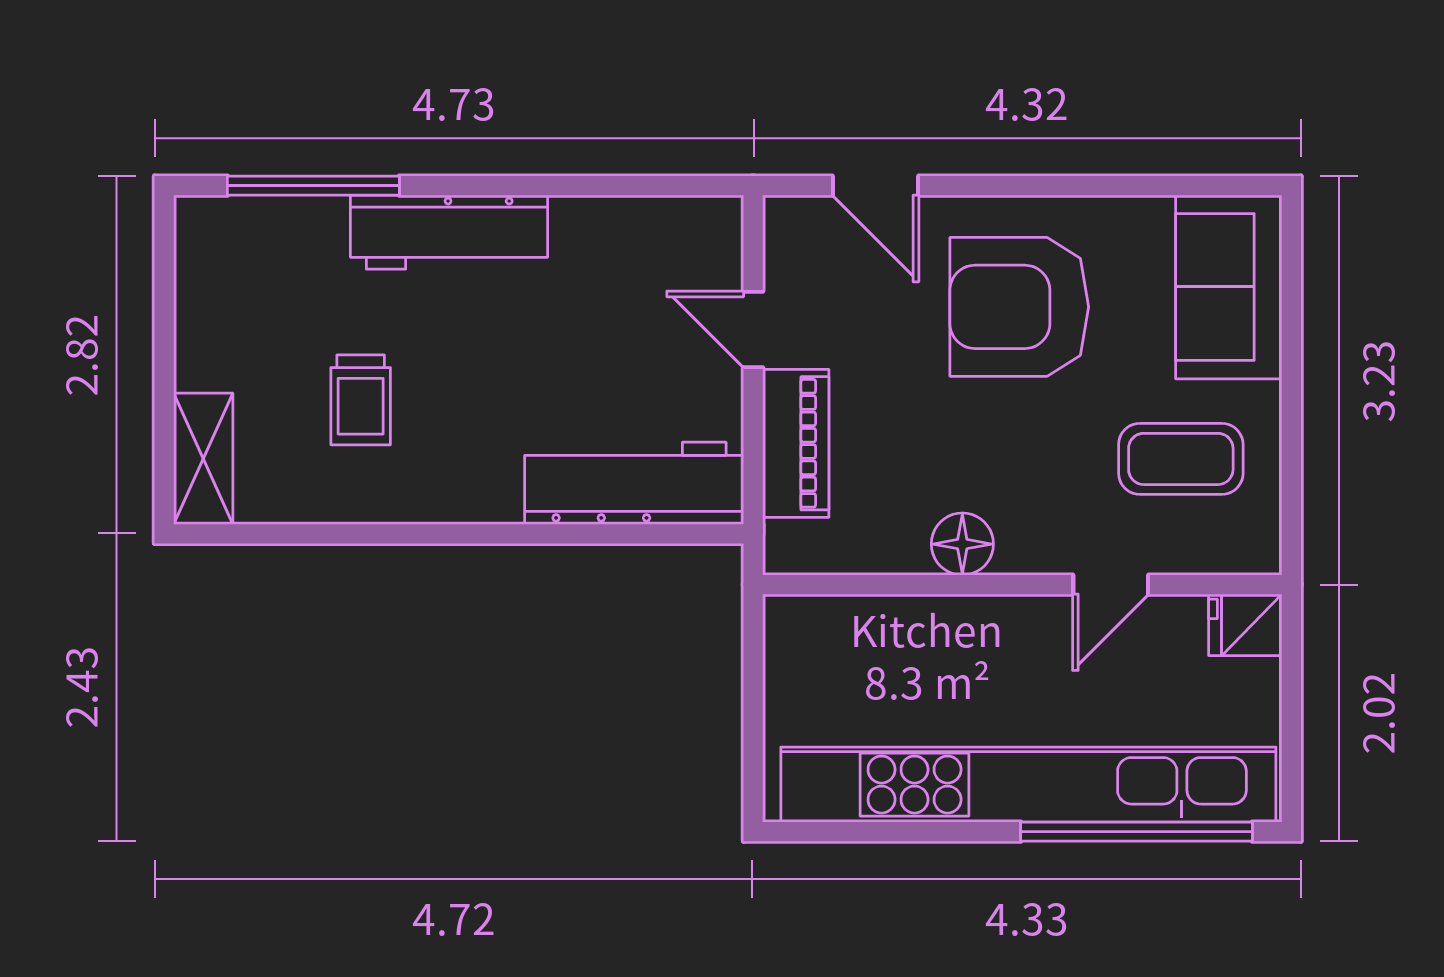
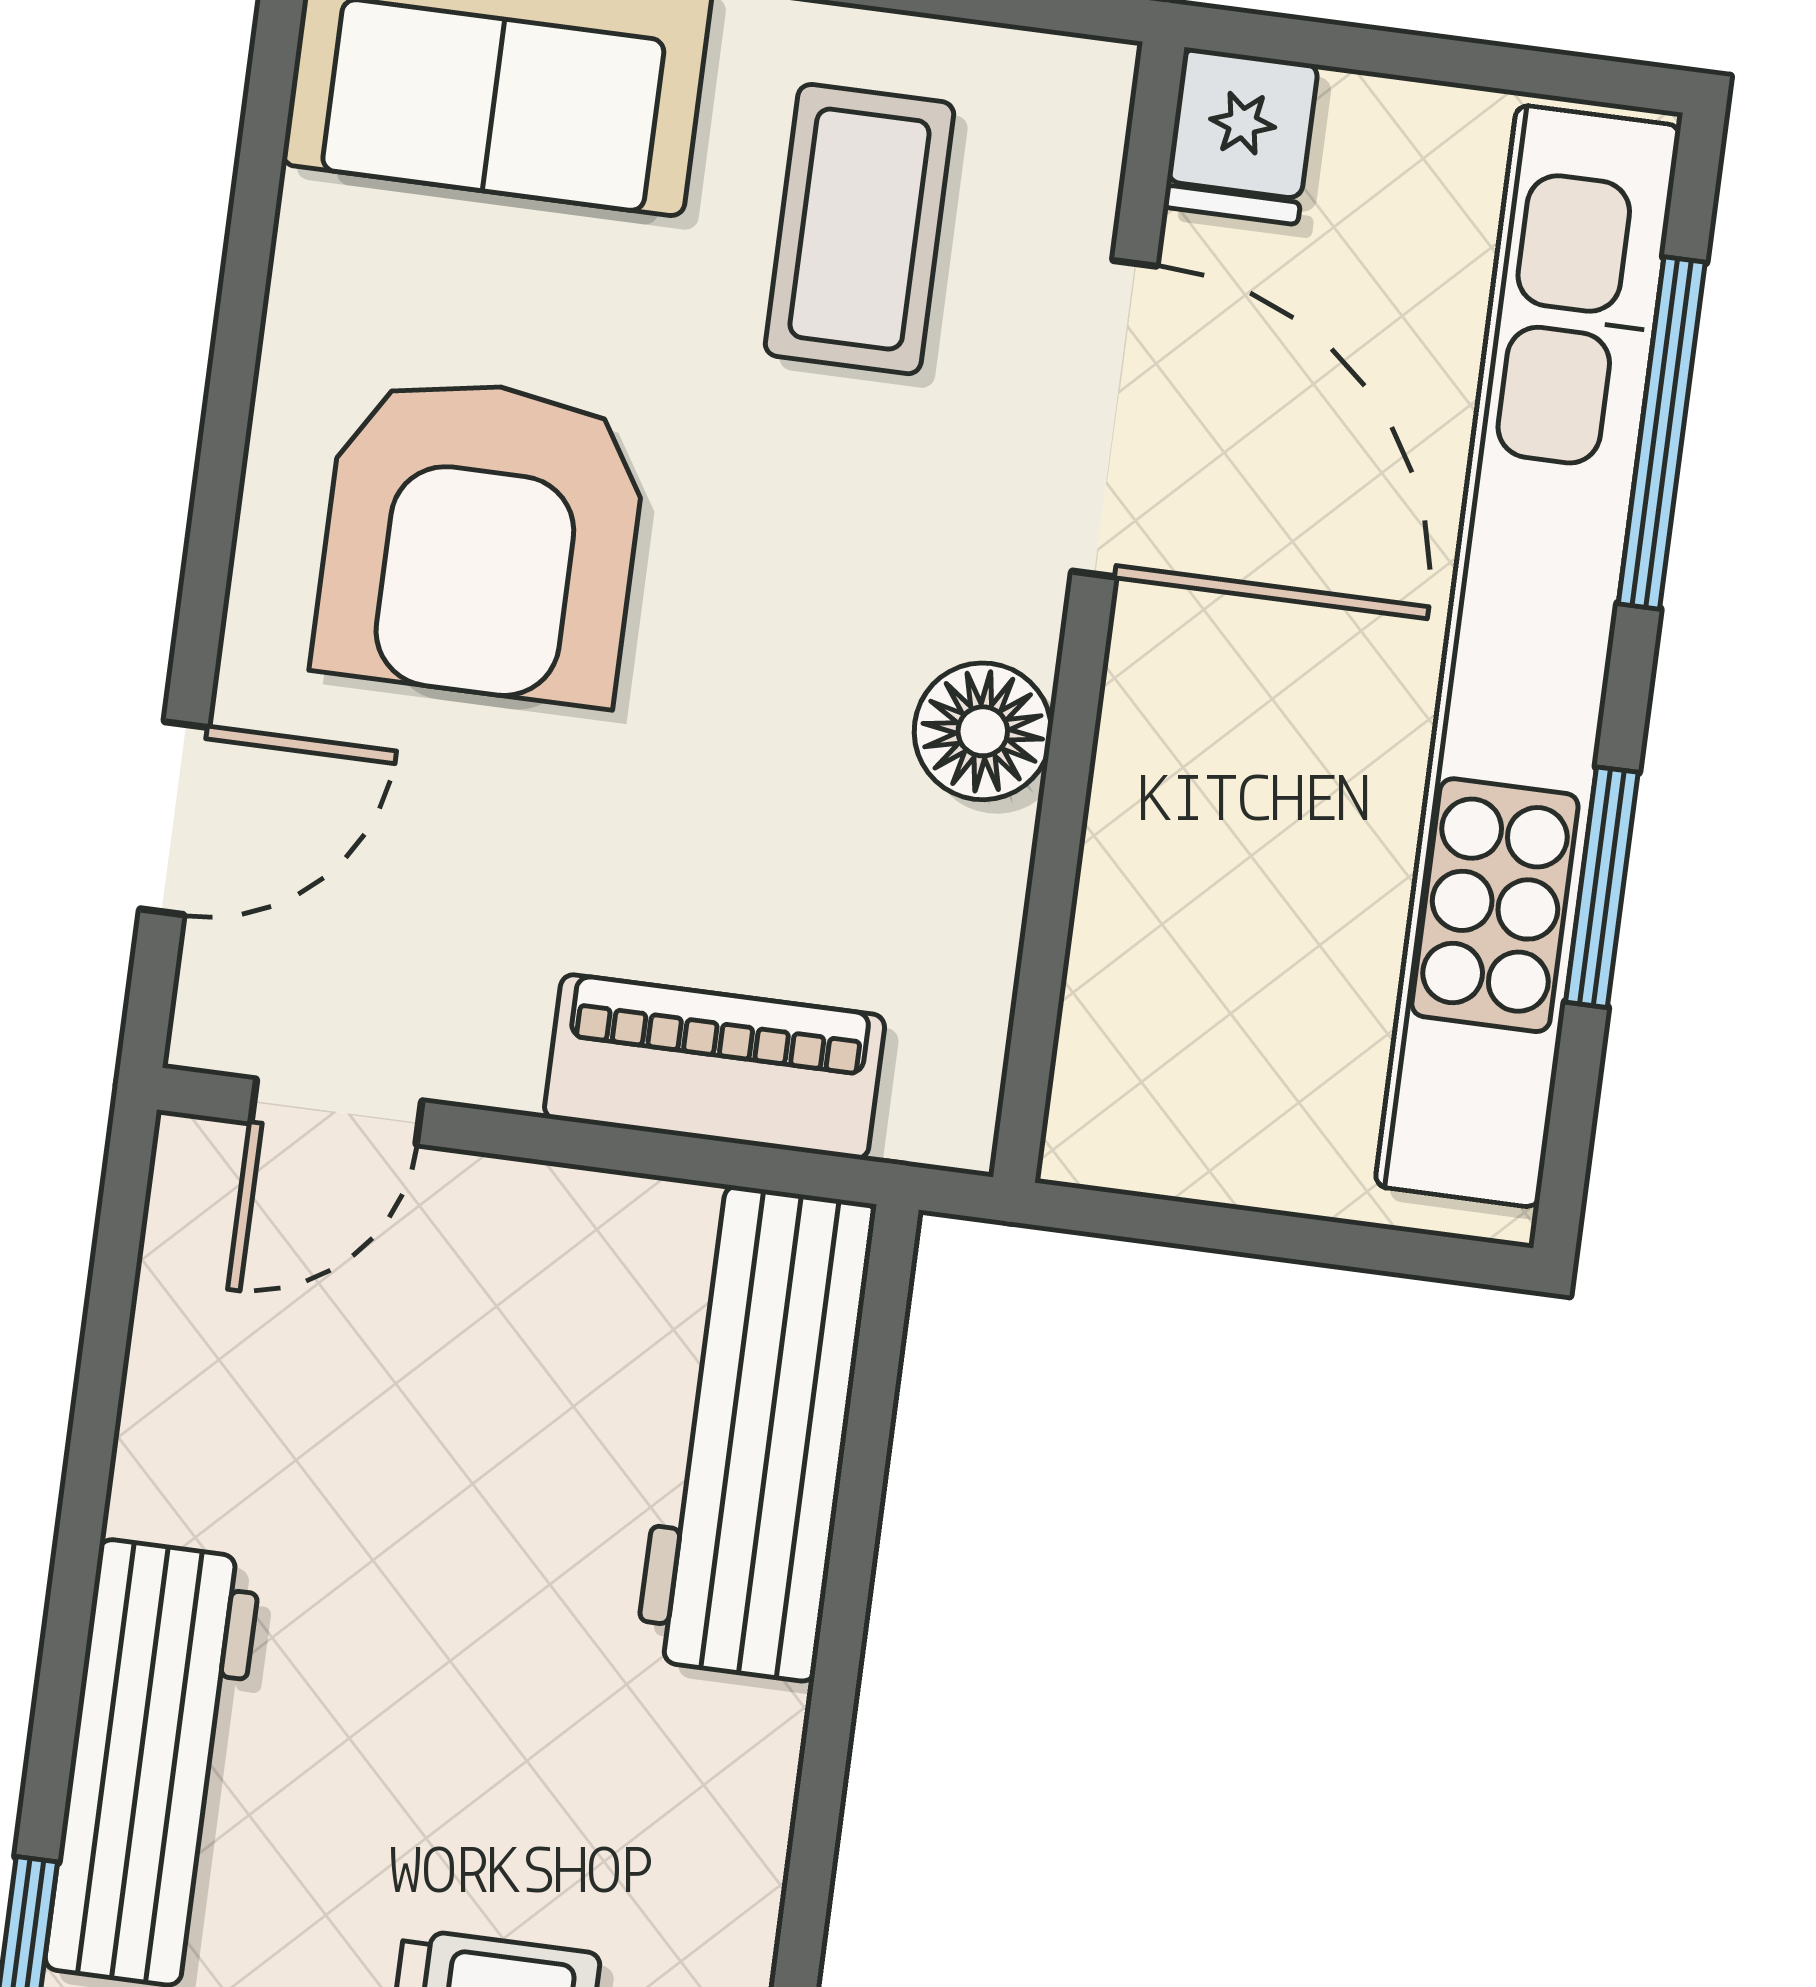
door: (753, 329) -> (336, 1112), moved
door: (1111, 585) -> (1114, 419), width x1.88
window: (929, 832) -> (1602, 887), added
window: (1137, 832) -> (1662, 433), width x0.68

